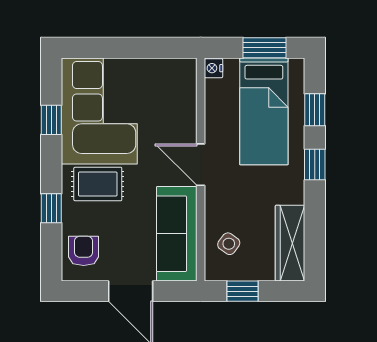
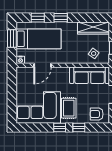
window: (51, 120) -> (60, 128), moved
door: (201, 165) -> (42, 65), moved

